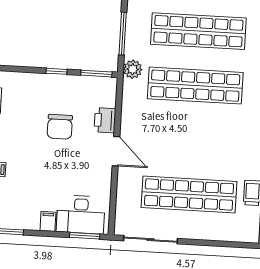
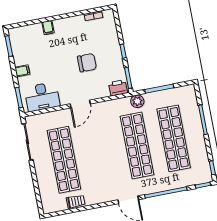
printer: (105, 120) -> (118, 88), moved
chair: (60, 127) -> (87, 63), turned 180
desk: (81, 215) -> (42, 97), moved, turned -90

